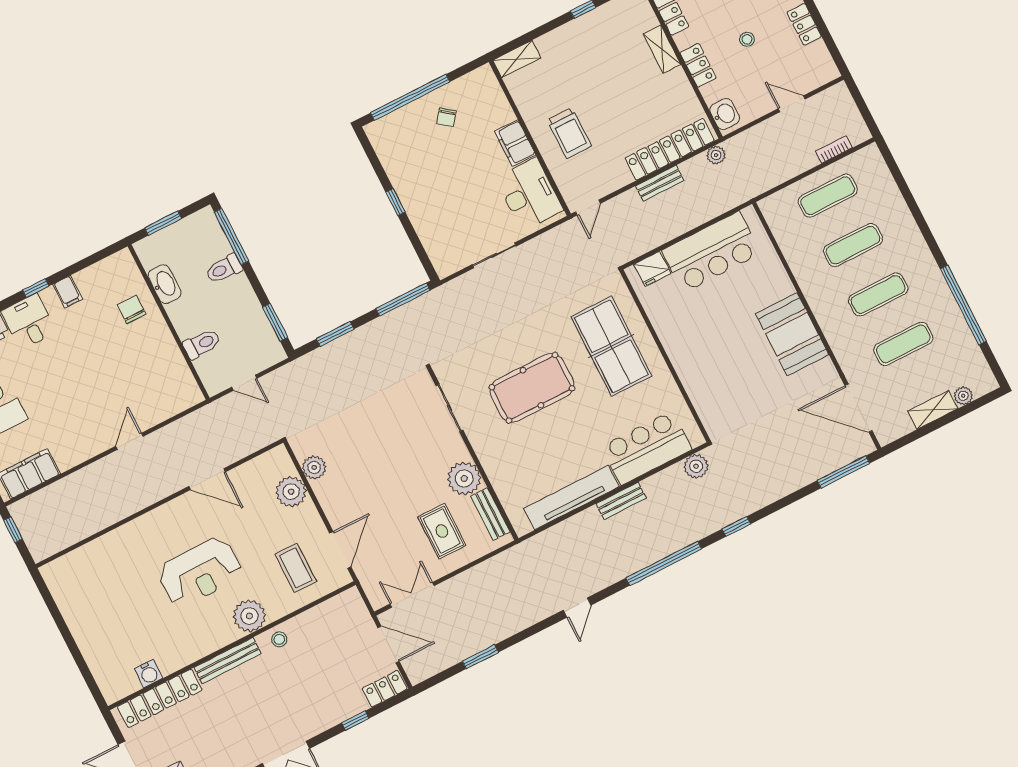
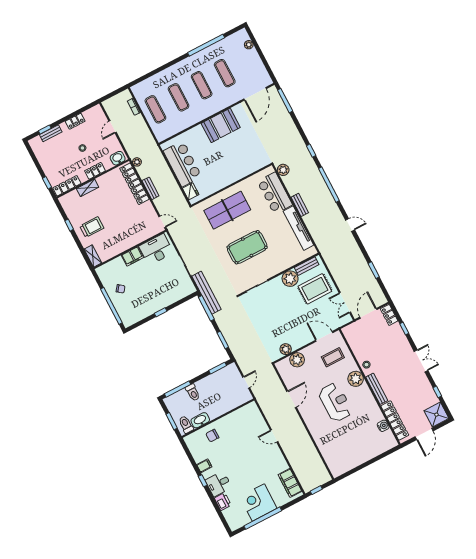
trolley: (569, 133) -> (92, 227), moved
bench: (436, 300) -> (206, 293), added
toilet: (202, 344) -> (186, 424), moved
pool table: (532, 388) -> (247, 247), turned 90
shelving: (933, 410) -> (256, 59), removed
rug: (442, 531) -> (315, 289), width x1.36, depth x1.43

